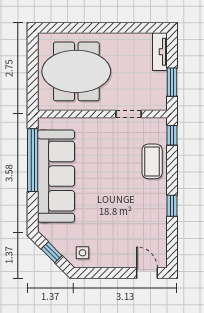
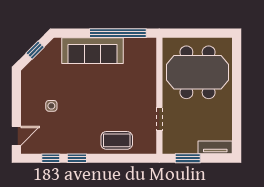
meeting table: (76, 71) -> (197, 72), turned 90
window: (172, 135) -> (51, 158), moved
sofa: (56, 176) -> (92, 51), width x0.74, depth x0.79
side table: (83, 253) -> (51, 106), moved

